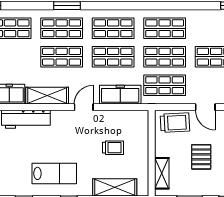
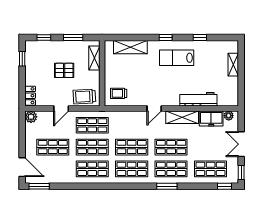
freezer: (120, 95) -> (126, 118), removed
door: (205, 107) -> (61, 108), swing flipped
trolley: (113, 148) -> (119, 93), moved
pallet: (201, 157) -> (64, 70), turned 90

